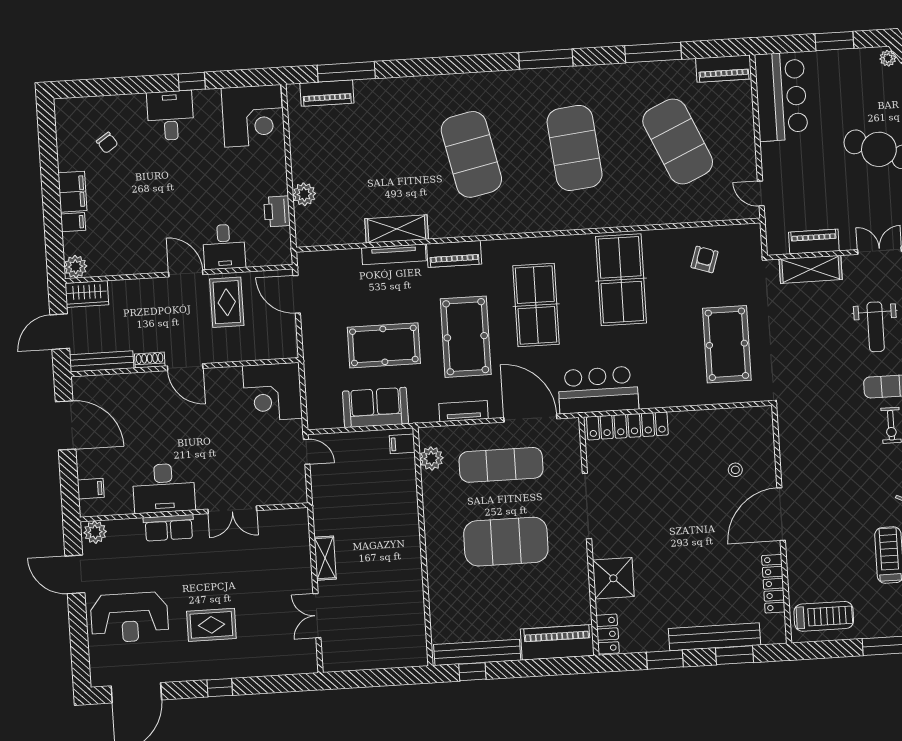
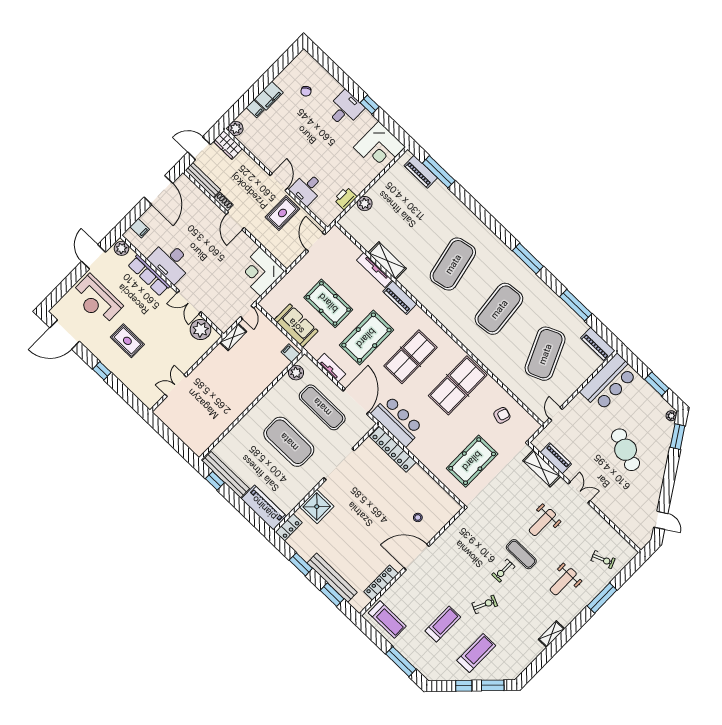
plant: (277, 526) -> (201, 330), added
row of seats: (169, 528) -> (149, 275), width x1.48
shelving: (325, 558) -> (233, 337), moved

